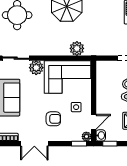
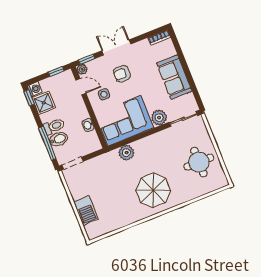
door: (94, 122) -> (81, 87), swing flipped
washbasin: (101, 135) -> (88, 125), moved
double door: (34, 144) -> (116, 47), moved

